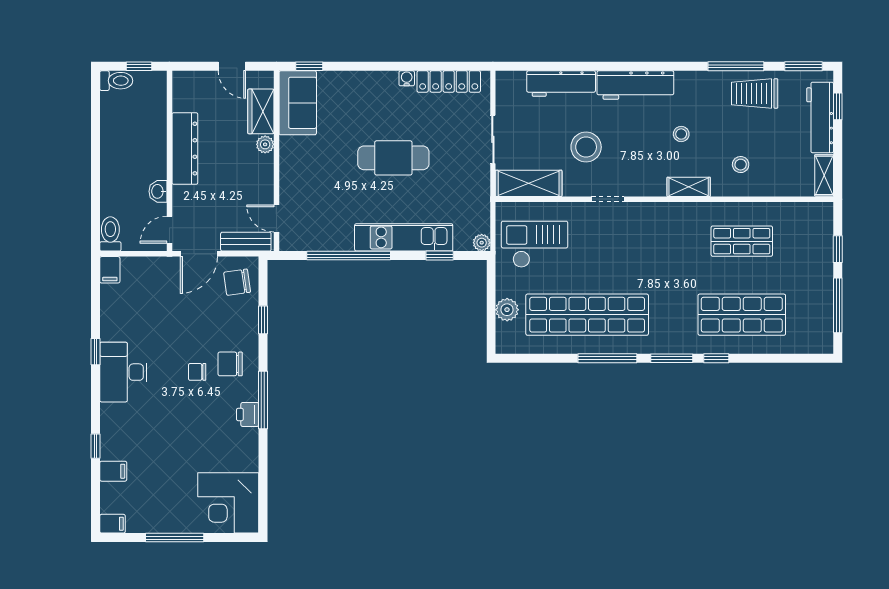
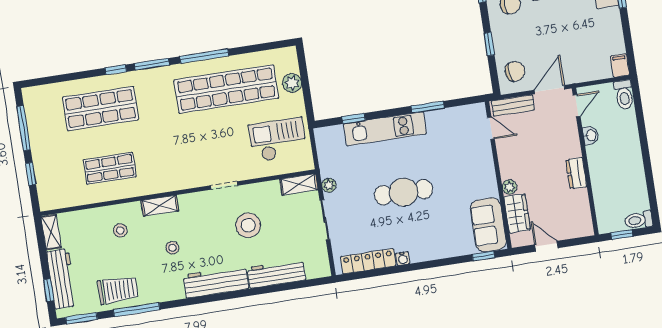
dresser: (185, 149) -> (576, 173), width x0.51, depth x0.80
shelving: (529, 183) -> (299, 184), width x0.67, depth x0.75
plant: (482, 243) -> (329, 185), moved
checkout: (535, 244) -> (278, 140), turned 180
window: (349, 256) -> (428, 107), width x0.47

